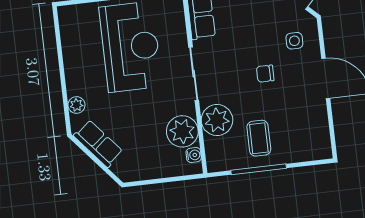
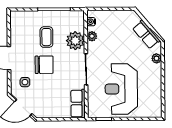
chair: (265, 74) -> (44, 65), width x1.87, depth x1.87
plant: (182, 131) -> (92, 36), width x0.53, depth x0.53
coffee table: (259, 138) -> (46, 37), moved

